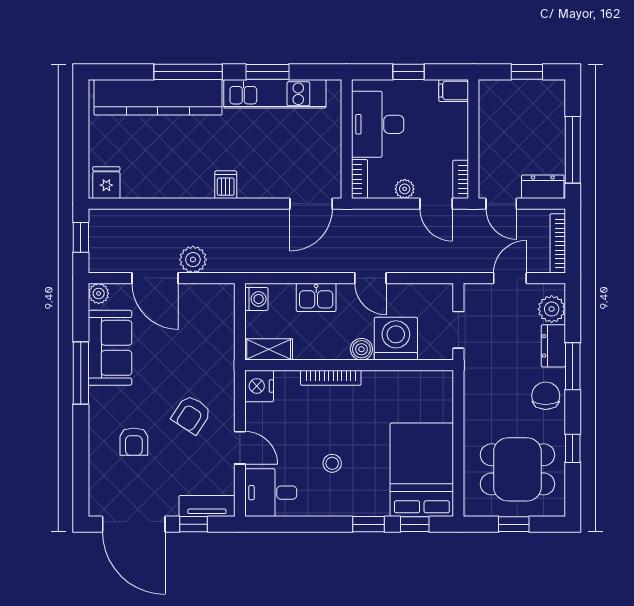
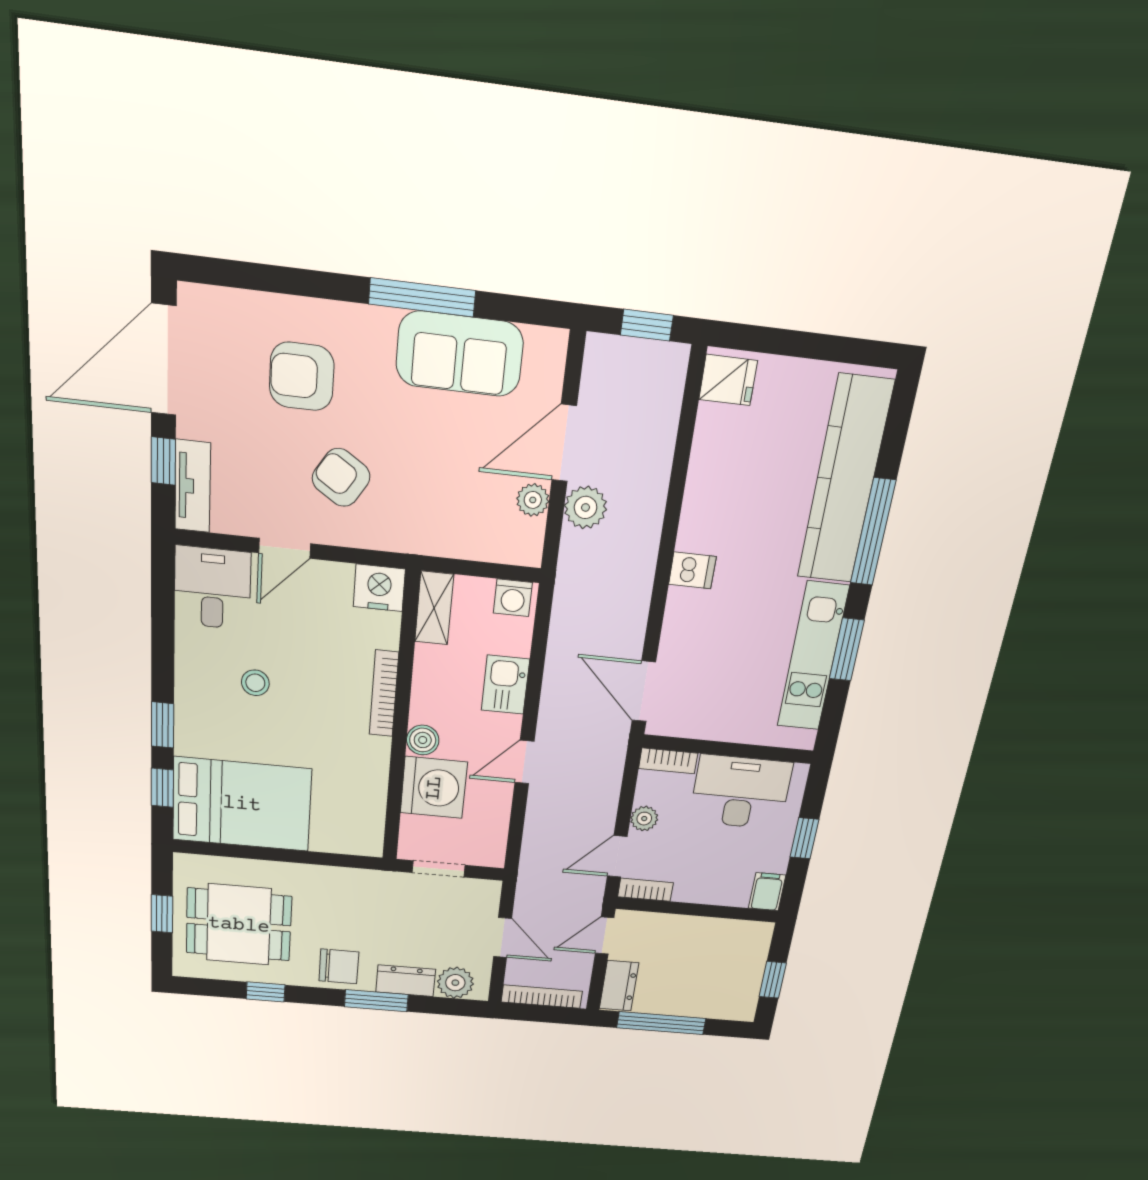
plant: (99, 293) -> (533, 500), moved
armchair: (134, 442) -> (302, 376), width x1.38, depth x1.38
dining table: (517, 469) -> (239, 925), turned 90

